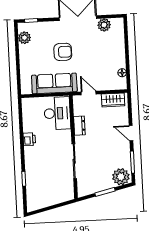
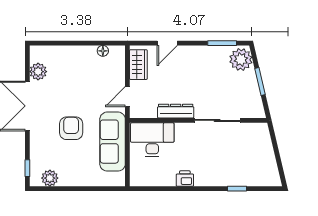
dresser: (79, 126) -> (176, 111), width x1.44
door: (131, 133) -> (167, 43), moved

